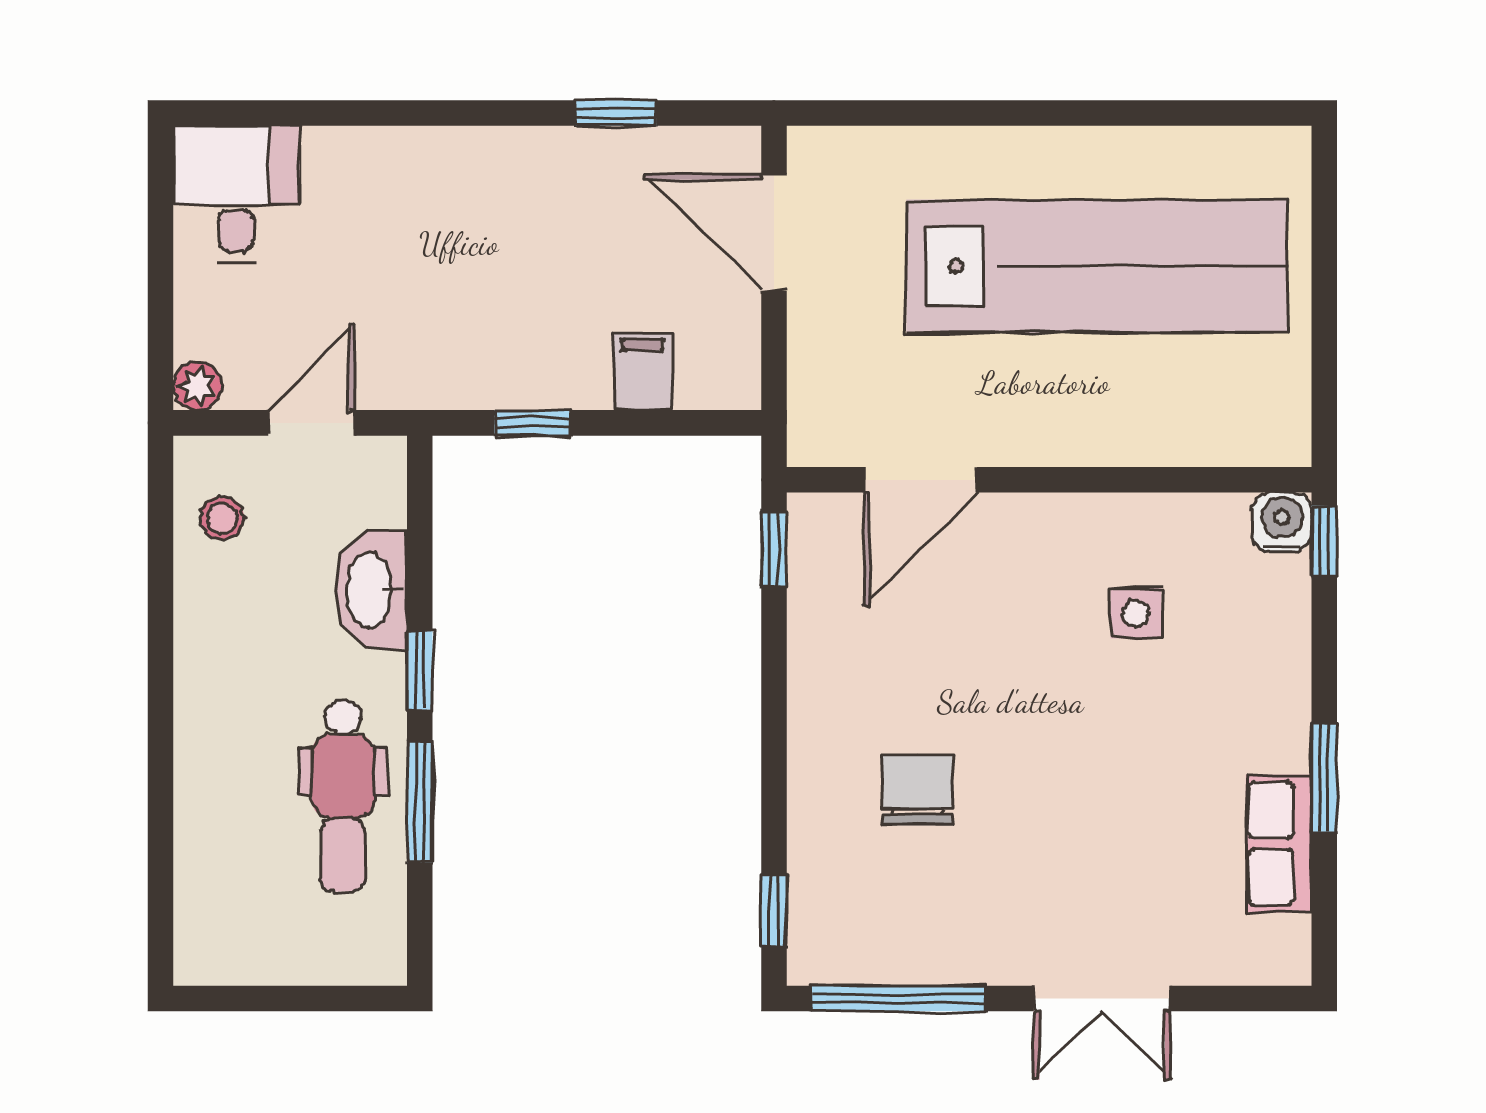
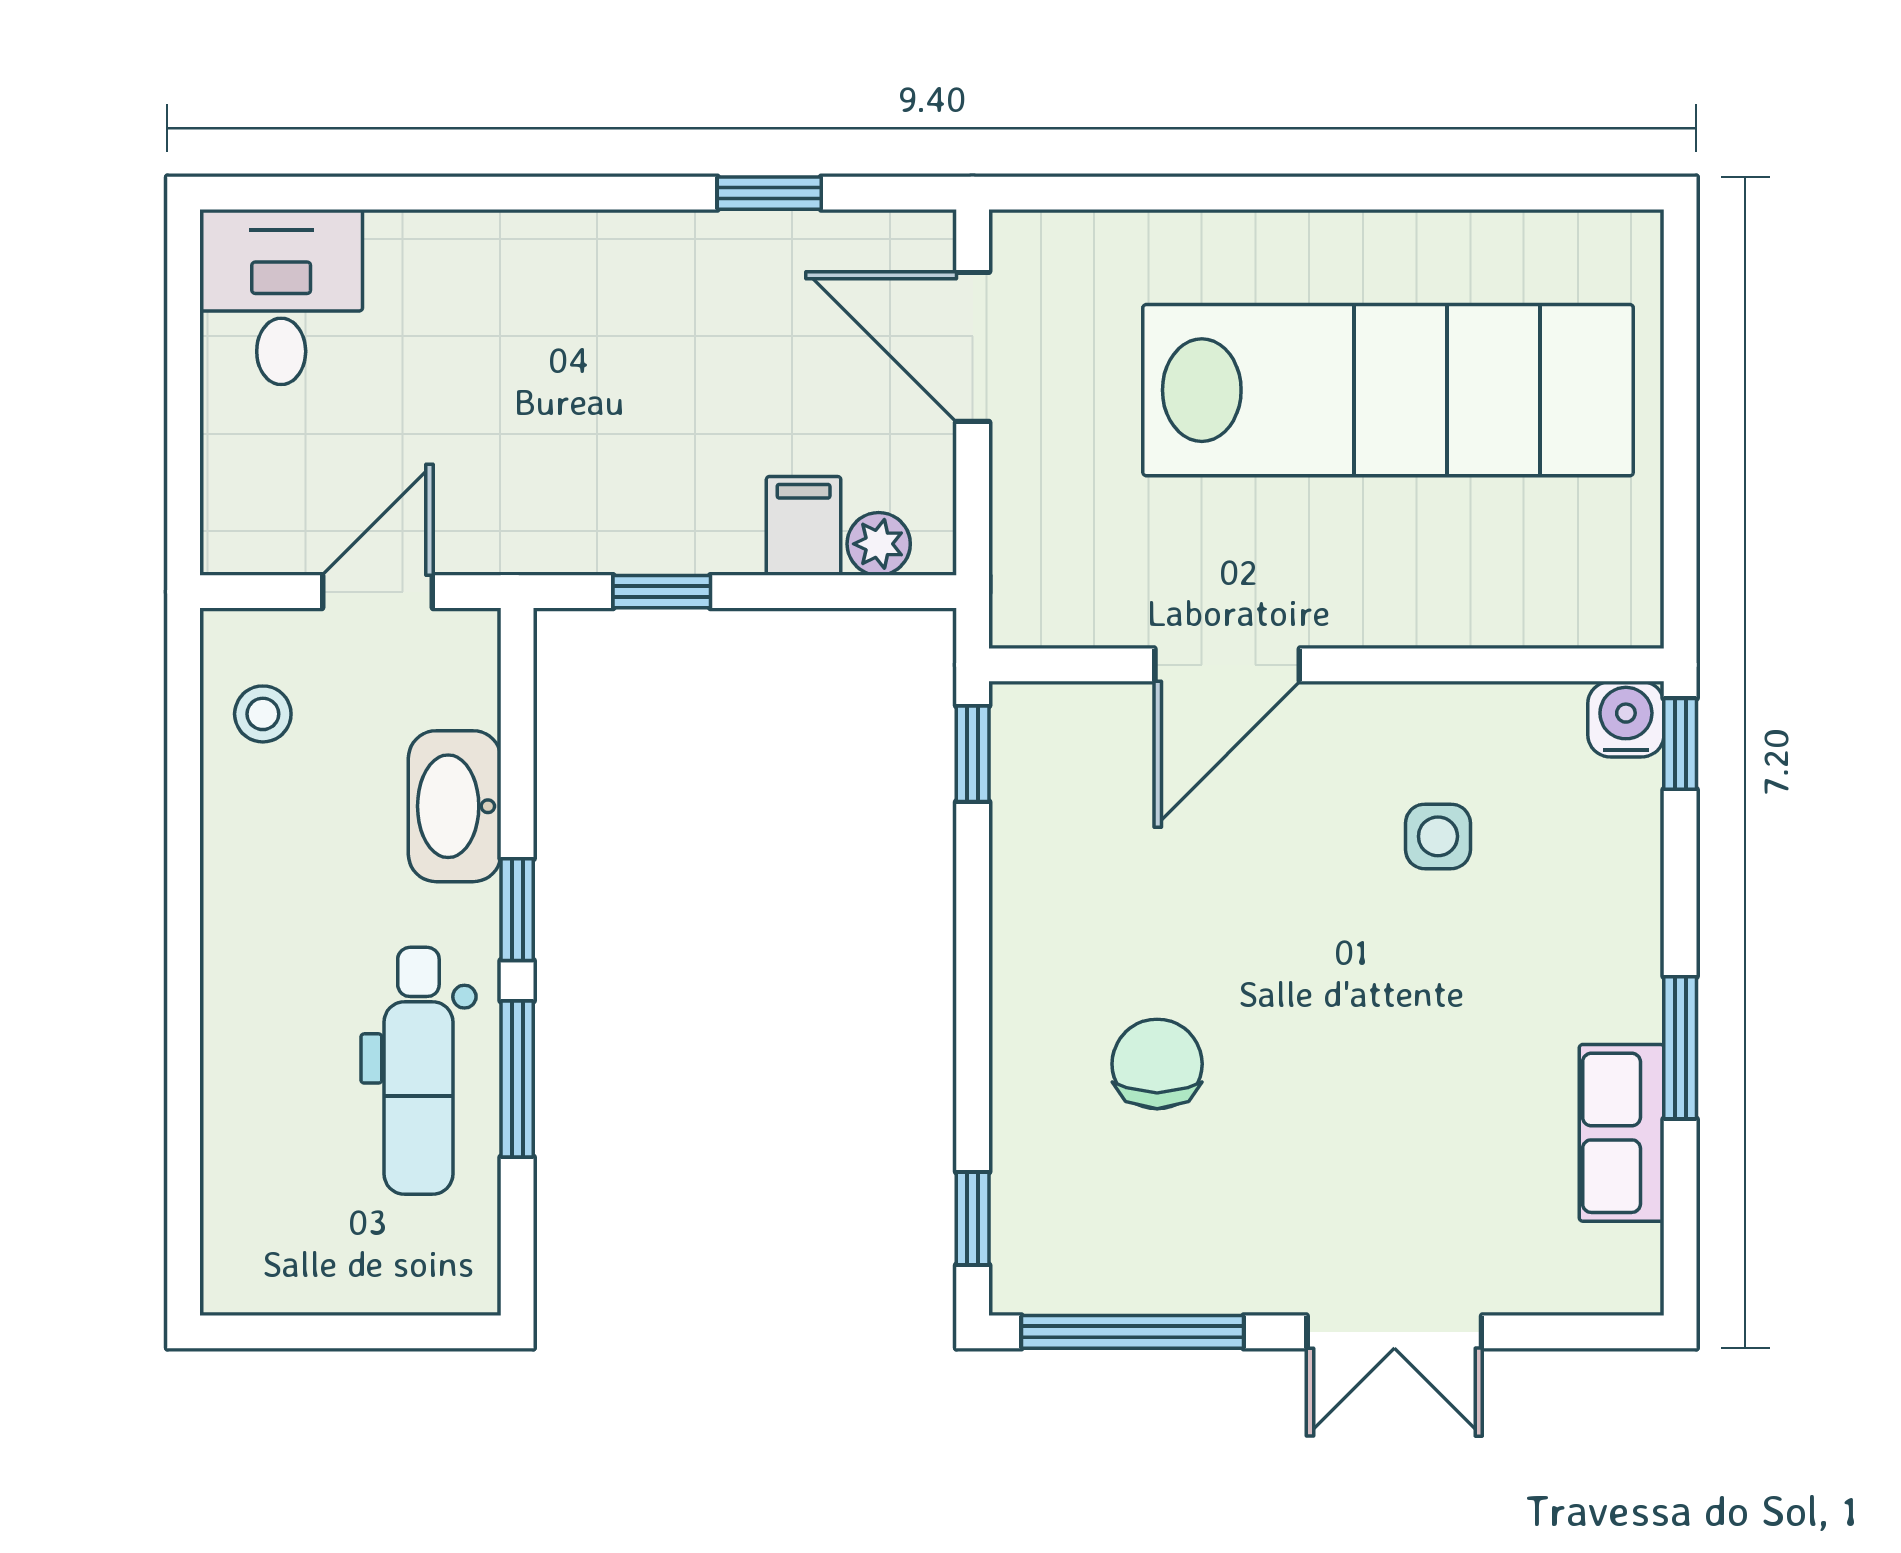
plant: (198, 386) -> (879, 544), moved
door: (920, 480) -> (1227, 665), moved

